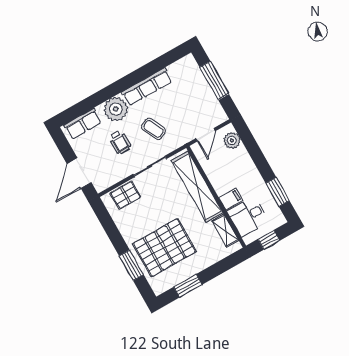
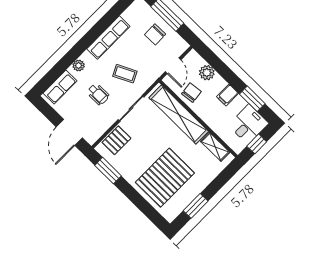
chair: (196, 97) -> (155, 34), added
plant: (116, 109) -> (79, 65), width x0.53, depth x0.53
plant: (232, 141) -> (207, 73), moved
chair: (217, 168) -> (191, 93), added
filing cabinet: (231, 199) -> (228, 95), moved, turned 180
desk: (248, 216) -> (248, 124), moved, turned 180
window: (131, 265) -> (108, 171), moved

